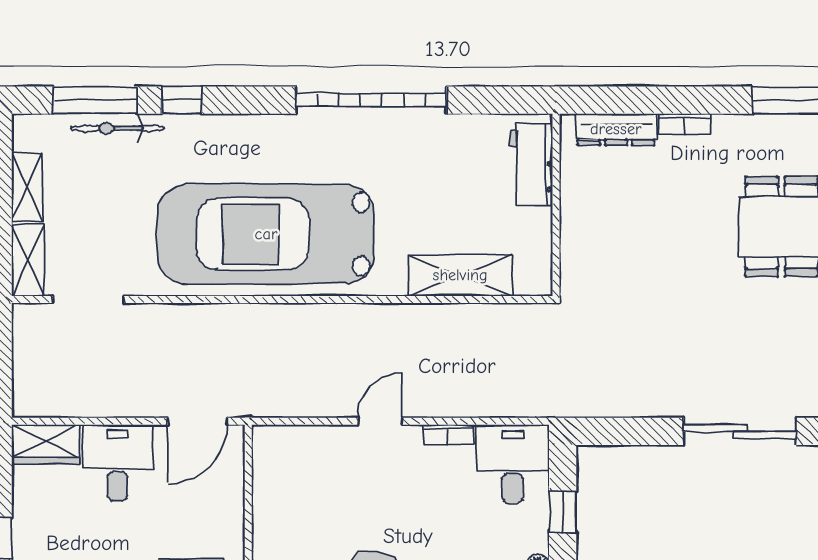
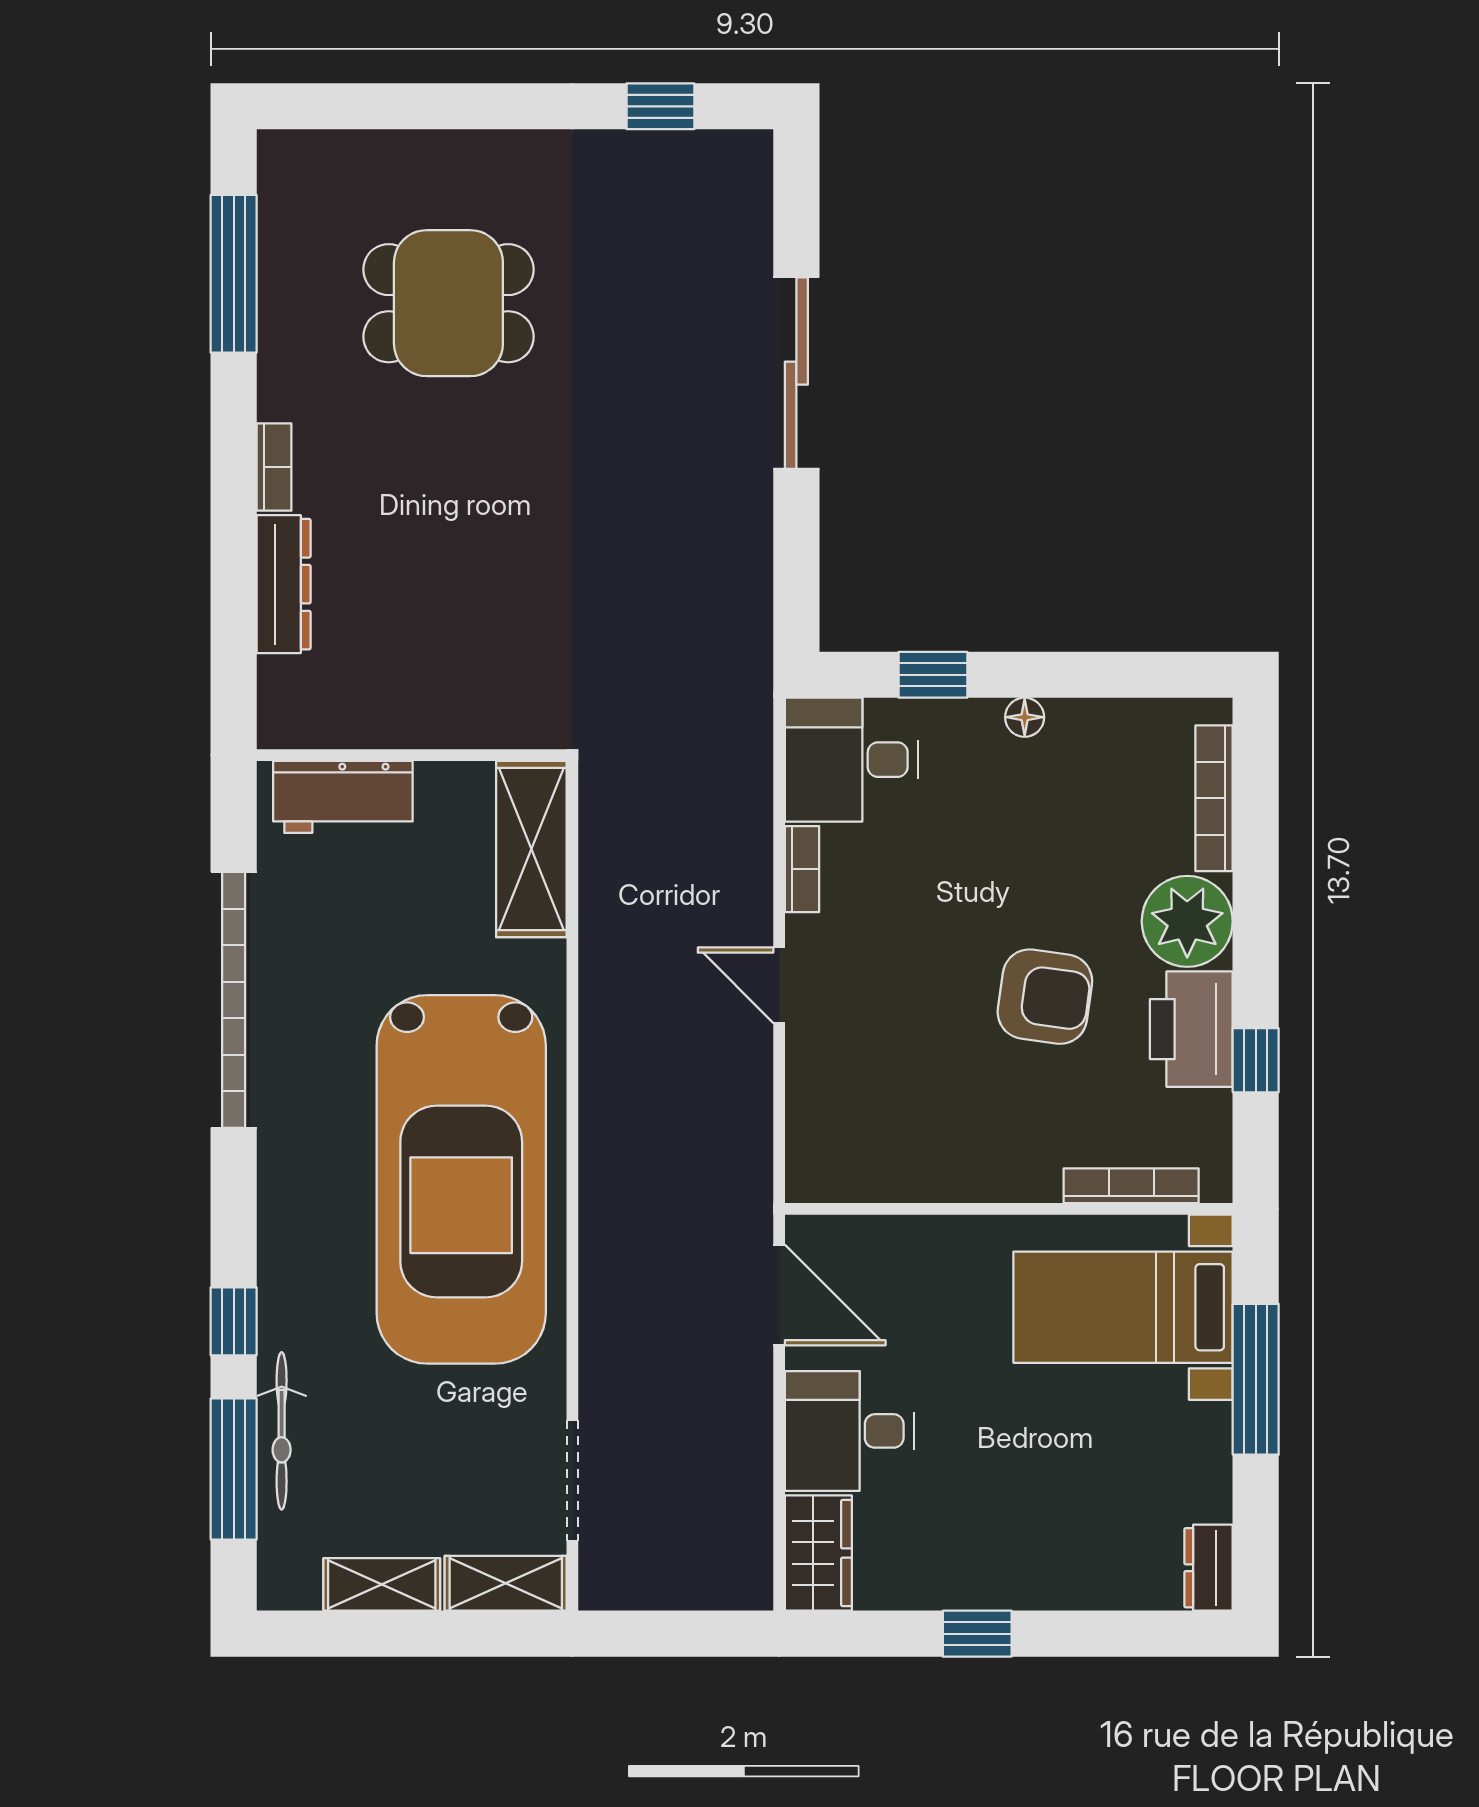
workbench: (531, 164) -> (343, 797), moved
wall: (556, 205) -> (412, 755), moved

